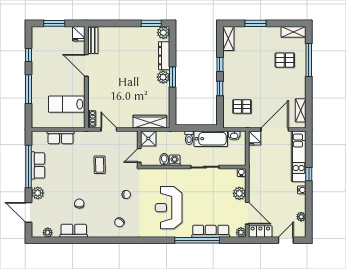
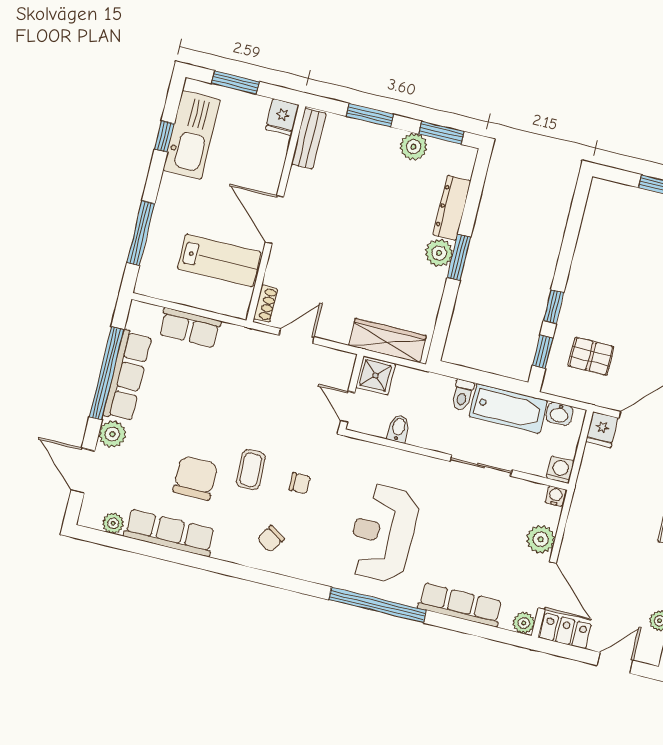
window: (118, 23) -> (370, 115), added
plant: (163, 33) -> (413, 147), moved
shelving: (228, 39) -> (597, 205), removed
kitchen sink: (40, 51) -> (192, 135), added
door: (86, 65) -> (274, 220), moved
window: (220, 65) -> (543, 352), moved
window: (29, 89) -> (141, 233), moved
lab bench: (66, 104) -> (219, 260), turned 180
door: (109, 129) -> (296, 336), hinge flipped
door: (139, 155) -> (348, 407), hinge flipped
washing machine: (175, 160) -> (560, 470), moved
row of seats: (38, 165) -> (127, 376), width x1.48
coffee table: (100, 165) -> (251, 470), moved
chair: (79, 204) -> (195, 478), width x1.87, depth x1.87
row of seats: (74, 231) -> (169, 533), width x1.48
window: (197, 240) -> (377, 605), moved

